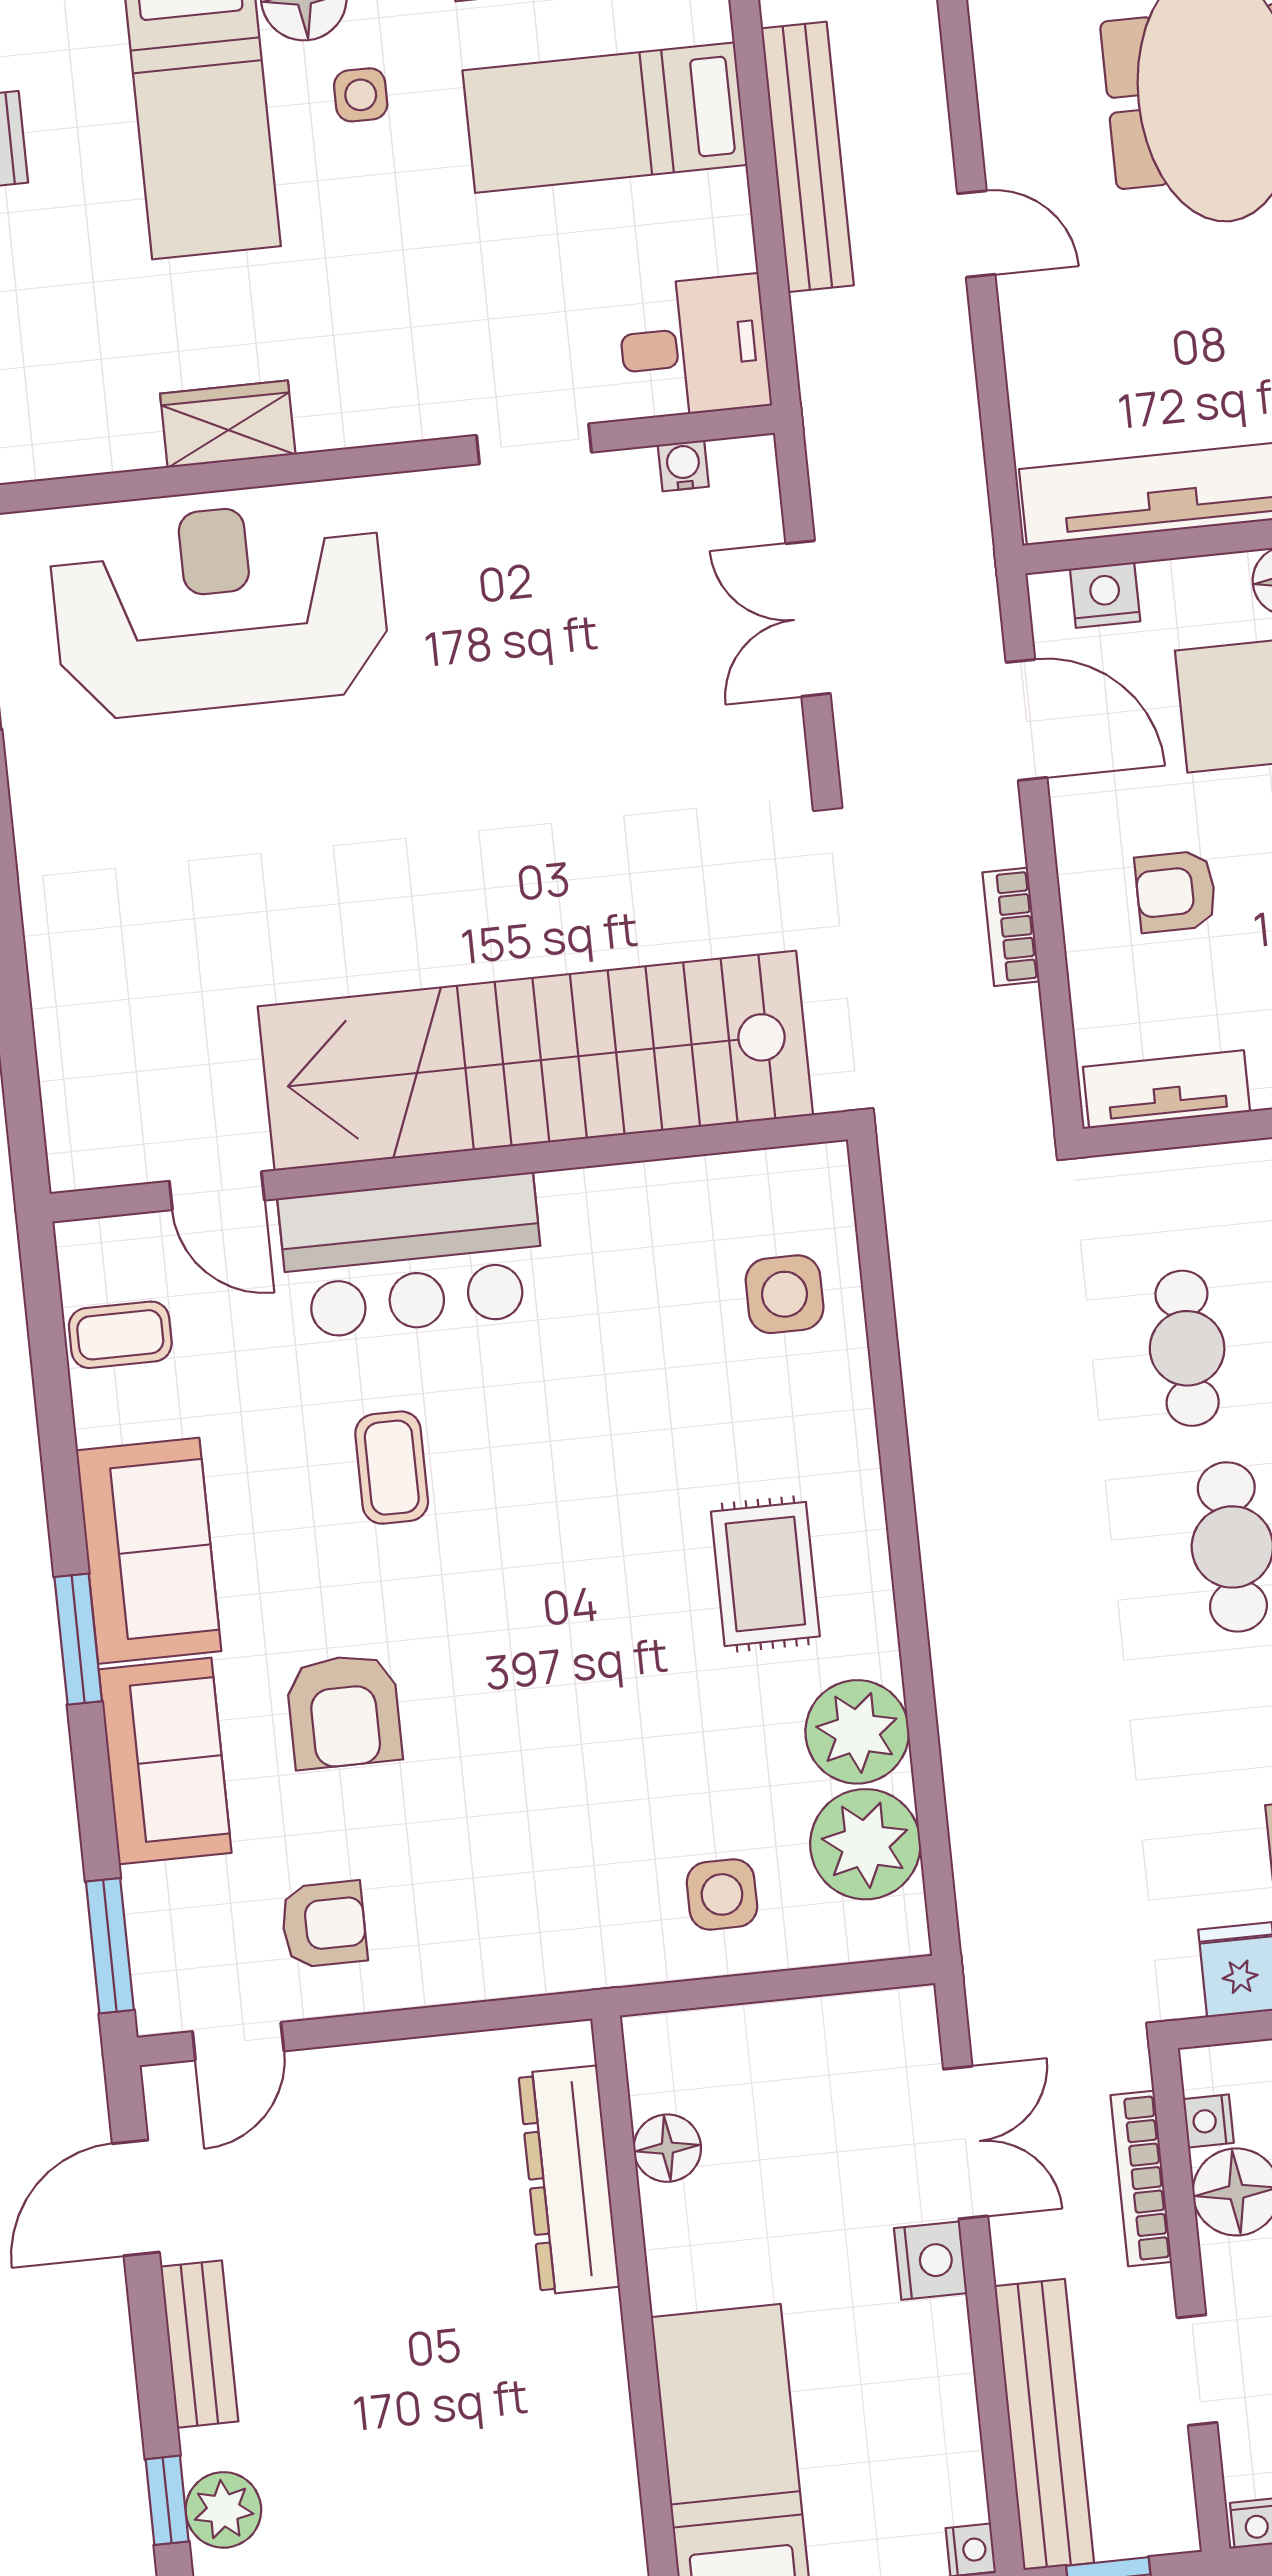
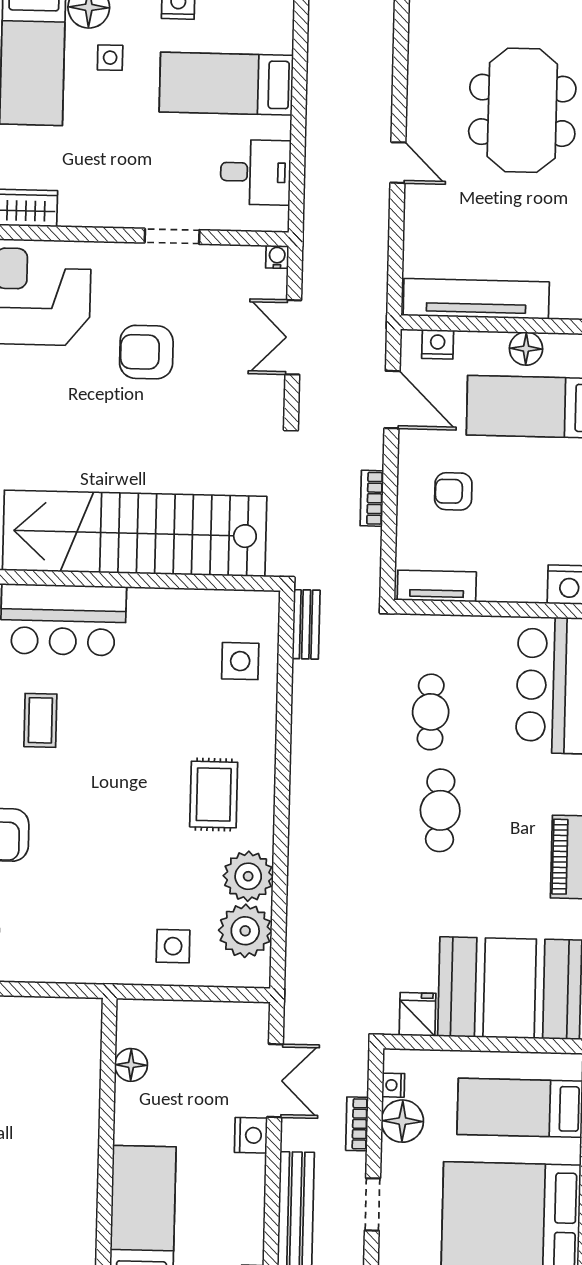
bench: (807, 157) -> (306, 624), moved, width x0.54, depth x0.82
desk: (694, 347) -> (256, 172), moved
water cooler: (683, 466) -> (277, 257), moved
armchair: (512, 687) -> (146, 352), added
bookcase: (1141, 2179) -> (357, 1124), width x0.64
dresser: (569, 2180) -> (82, 1074), removed

